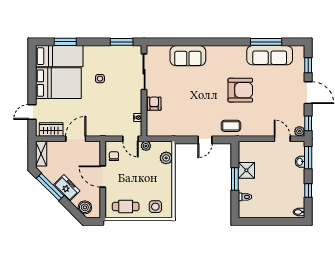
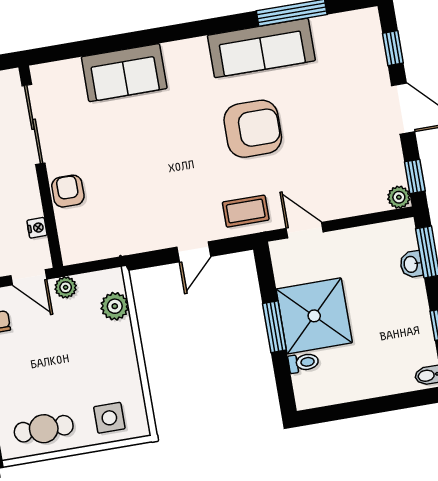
sofa: (270, 55) -> (261, 48), moved
door: (282, 139) -> (305, 230), moved
shower: (246, 170) -> (314, 316), width x1.86, depth x1.86

